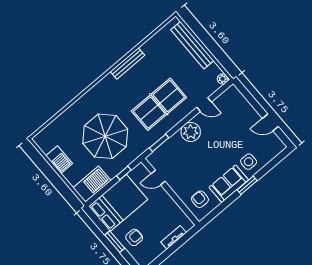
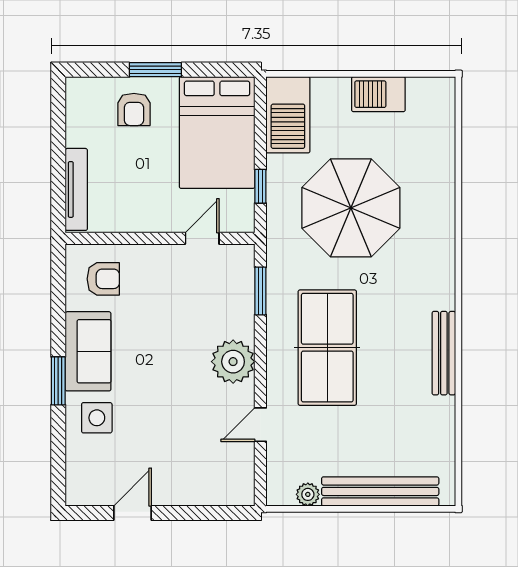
plant: (223, 79) -> (308, 494), moved
tv unit: (174, 237) -> (76, 189), width x1.41

